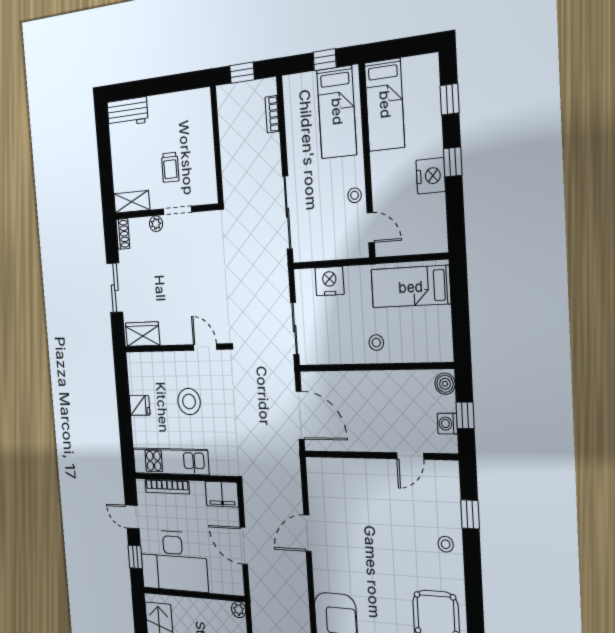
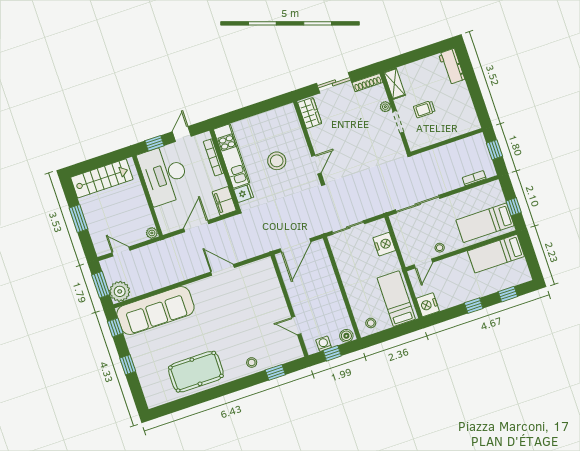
nightstand: (431, 176) -> (428, 305), moved, turned 90
shoe rack: (123, 234) -> (367, 83), width x1.43
stool: (376, 343) -> (371, 323), moved
fridge: (140, 405) -> (244, 193), moved, turned -90

